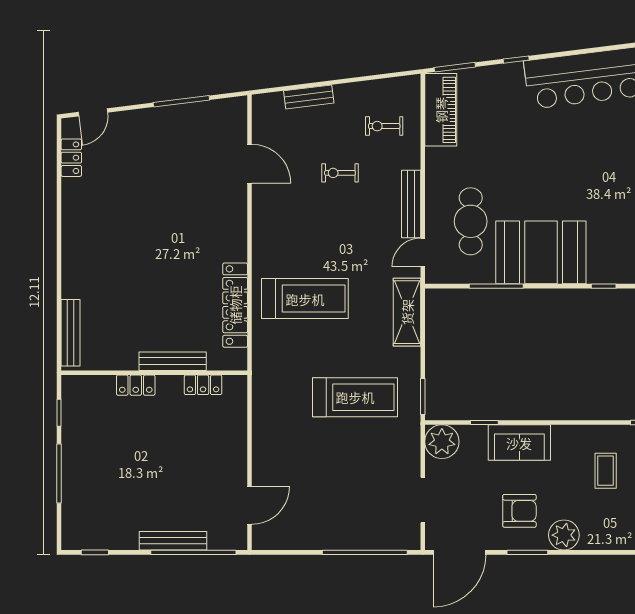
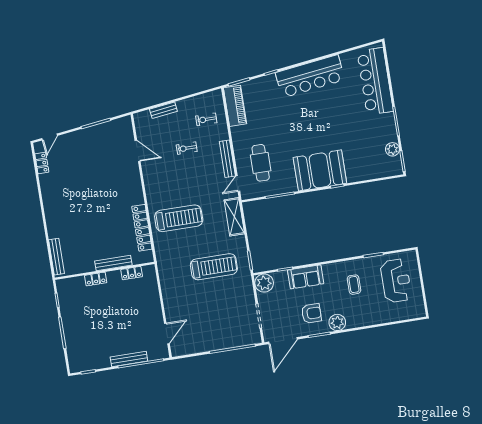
booth: (541, 252) -> (320, 170), moved

